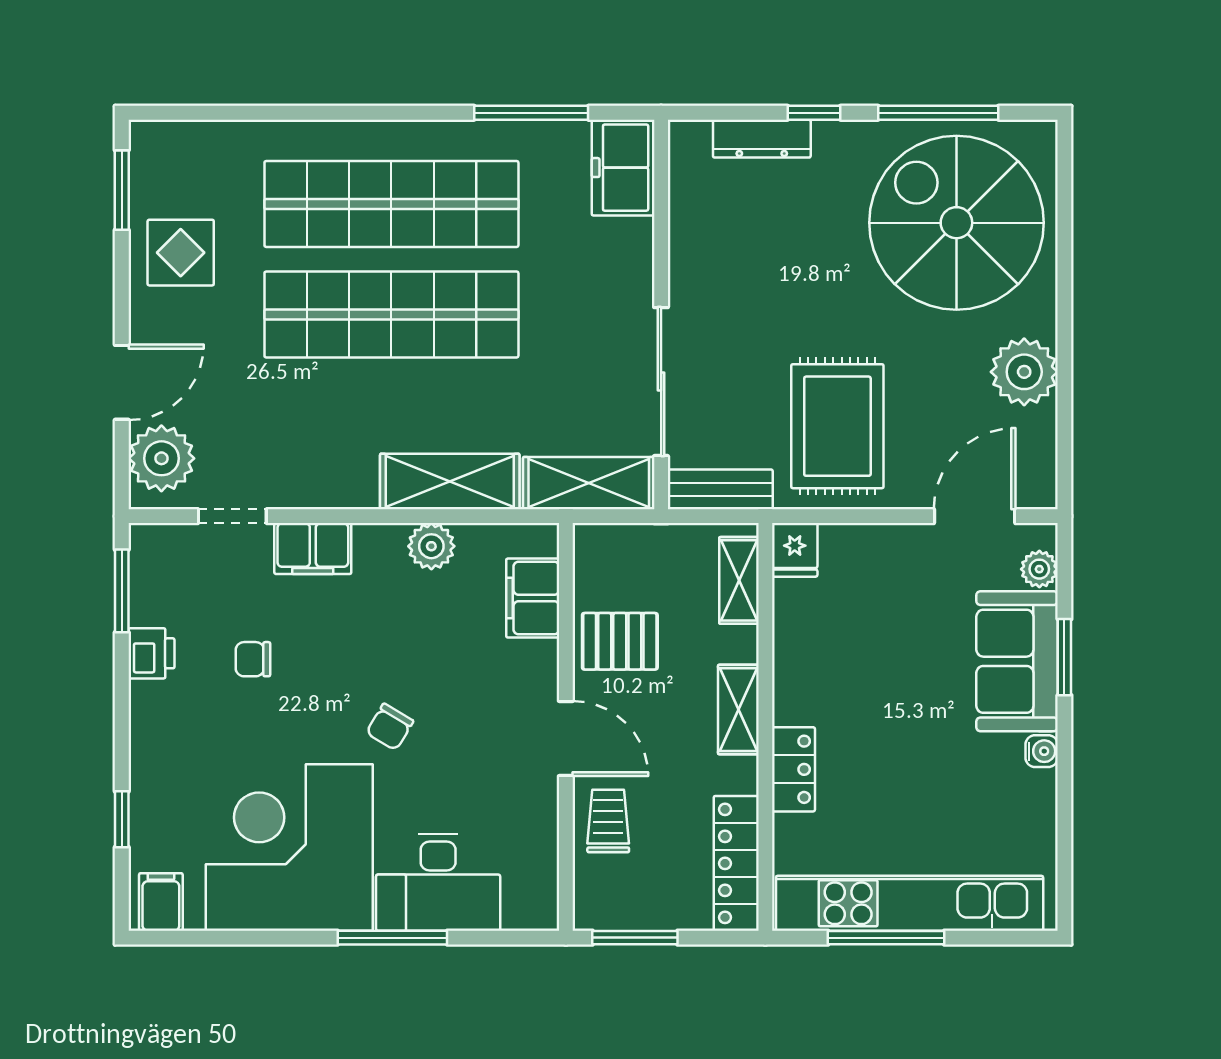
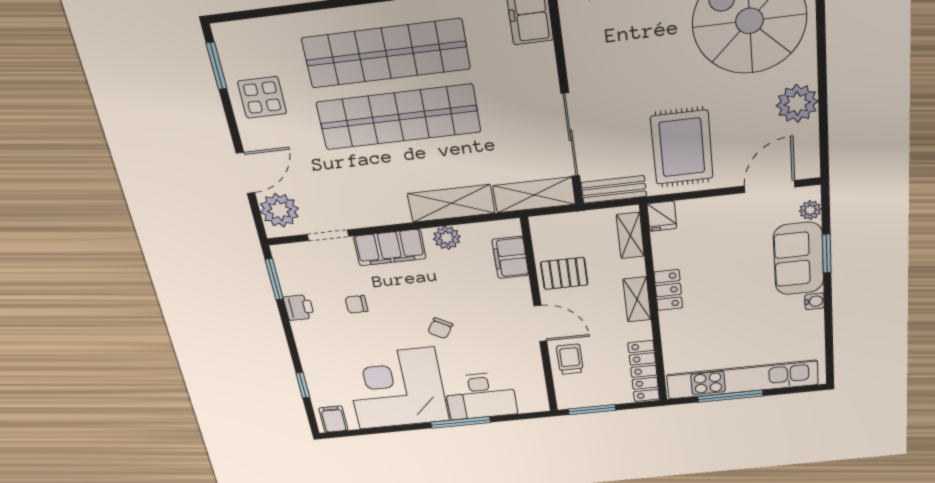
filing cabinet: (313, 549) -> (390, 247), width x1.50, depth x1.17
locker: (793, 769) -> (668, 290), moved

